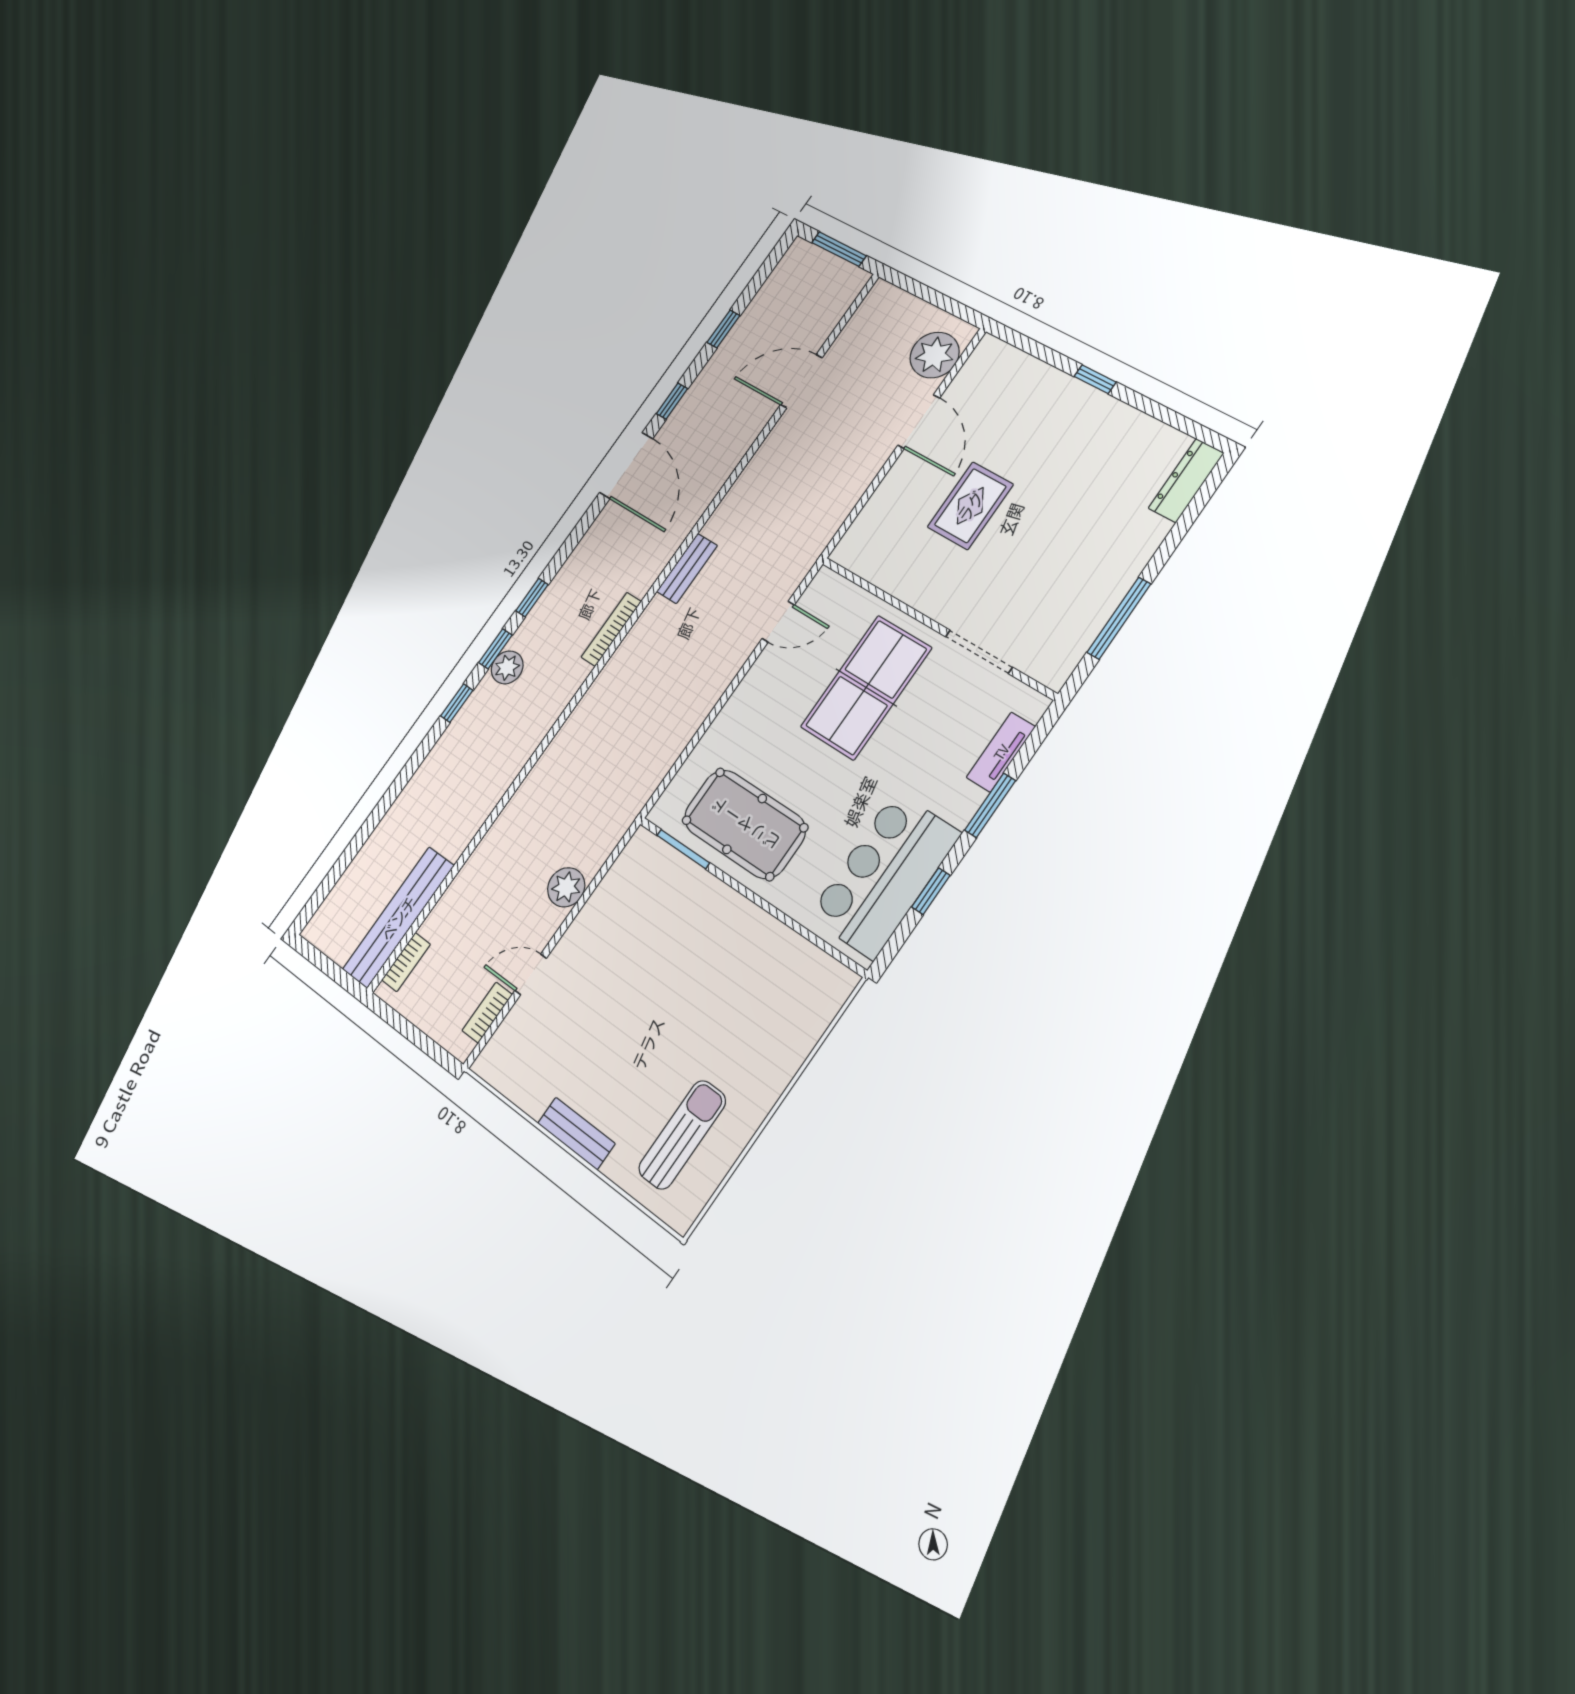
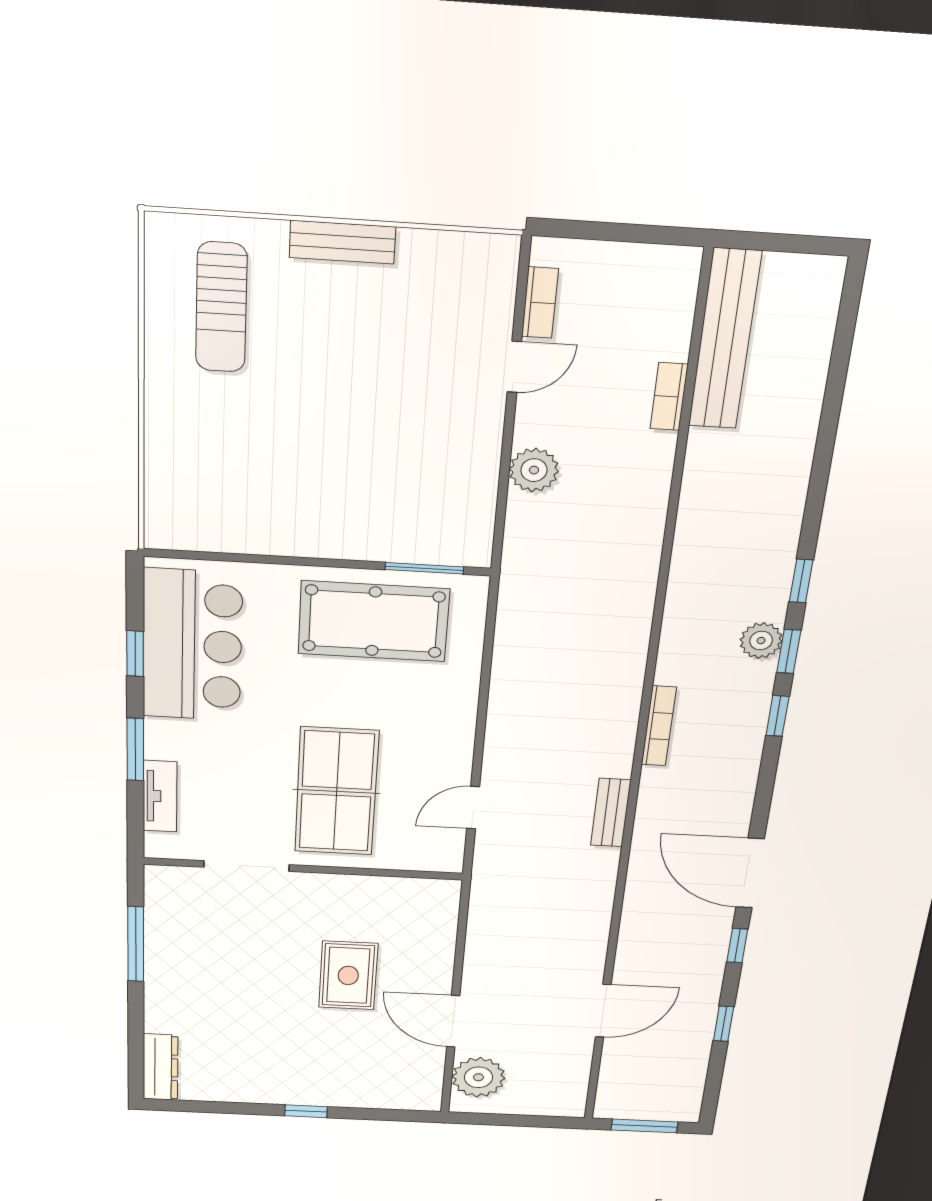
bookcase: (406, 962) -> (669, 397), moved

